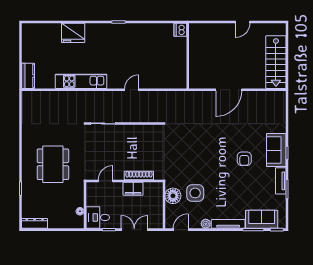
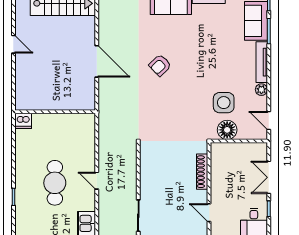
cafe table: (130, 56) -> (55, 183), added
armchair: (244, 159) -> (160, 65), moved, turned 136
filing cabinet: (133, 189) -> (218, 179), removed

